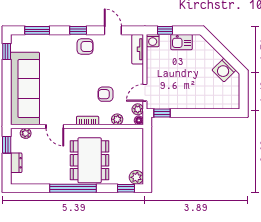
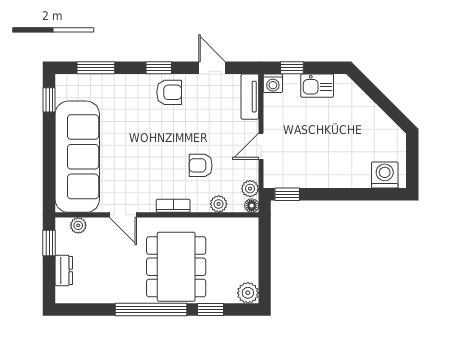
washing machine: (224, 70) -> (385, 175), moved, turned 135
door: (145, 93) -> (261, 146), moved
window: (126, 188) -> (211, 310), moved

